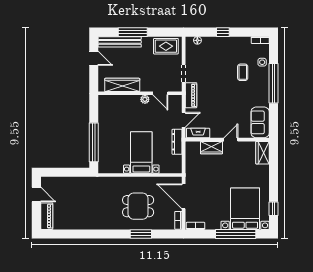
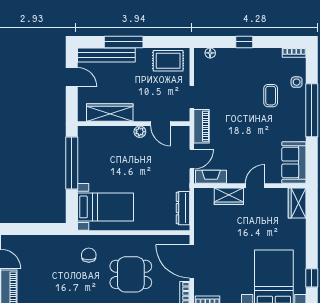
window: (94, 142) -> (72, 163), moved
dresser: (177, 142) -> (183, 208), moved
bed with nightstands: (141, 152) -> (105, 207), moved, turned 90
chair: (107, 192) -> (89, 255), added

